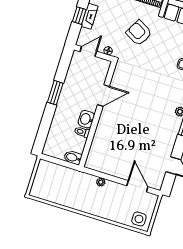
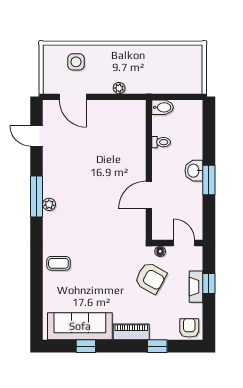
armchair: (139, 33) -> (151, 278), moved
door: (88, 51) -> (184, 243), swing flipped
washbasin: (86, 119) -> (194, 171), moved, turned 180
side table: (139, 219) -> (76, 62), moved

